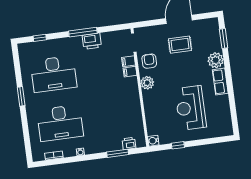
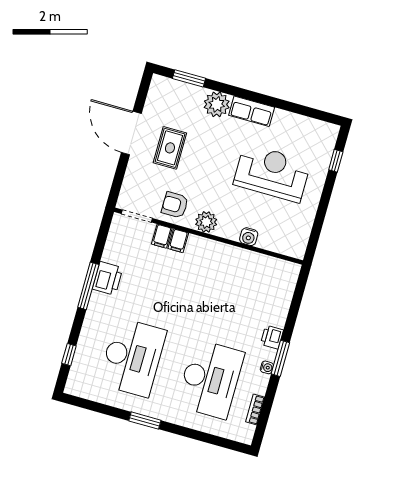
reception desk: (191, 108) -> (272, 173), turned 180
water cooler: (153, 141) -> (249, 237), moved
printer: (129, 143) -> (272, 337), moved
window: (178, 145) -> (336, 161), moved
window: (118, 153) -> (280, 358), moved

